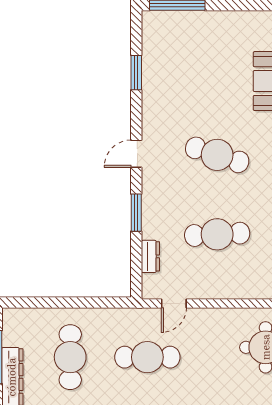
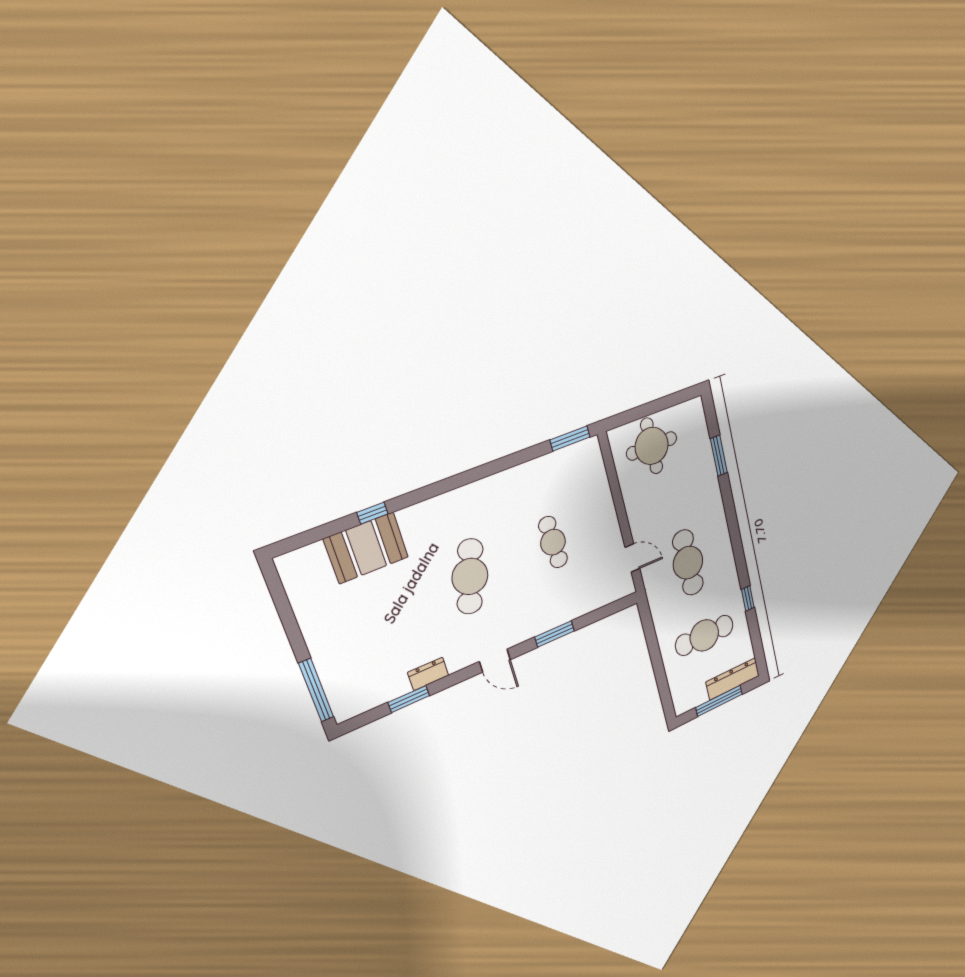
cafe table: (217, 234) -> (553, 542), width x0.73, depth x0.74
dresser: (150, 256) -> (428, 674), moved

